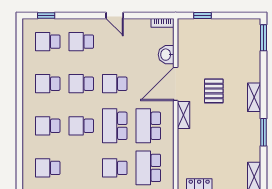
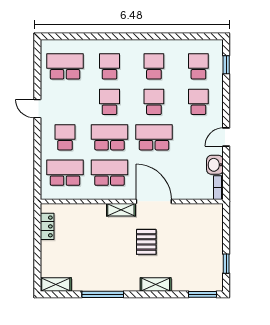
window: (203, 15) -> (226, 264), moved
washbasin: (166, 55) -> (215, 165), moved, turned -90
school desk: (115, 84) -> (154, 137), width x1.85
pallet: (214, 91) -> (146, 242), turned 90
shelving: (254, 97) -> (156, 285), moved
window: (263, 132) -> (103, 294), width x1.44
school desk: (48, 168) -> (65, 66), width x1.85

